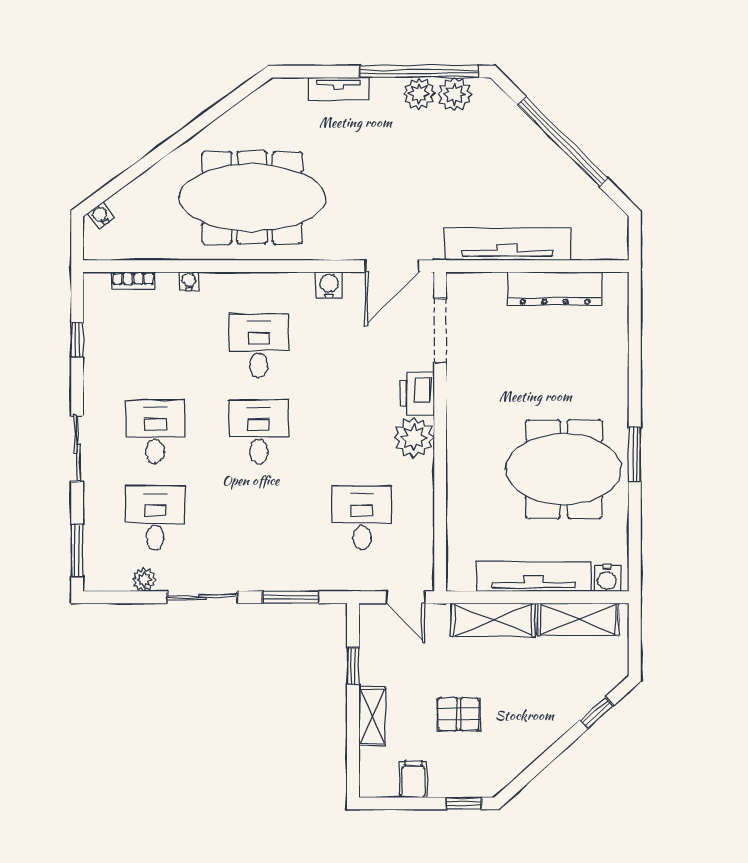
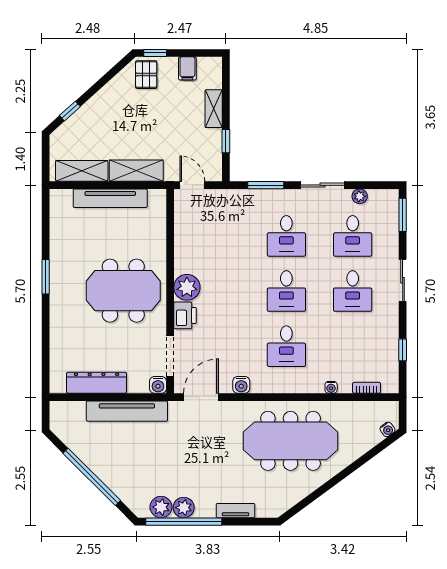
meeting table: (564, 469) -> (123, 291), moved
desk: (362, 518) -> (286, 236), moved
water cooler: (607, 578) -> (158, 385), moved, turned 180
pallet: (459, 714) -> (146, 75), moved, turned 90

